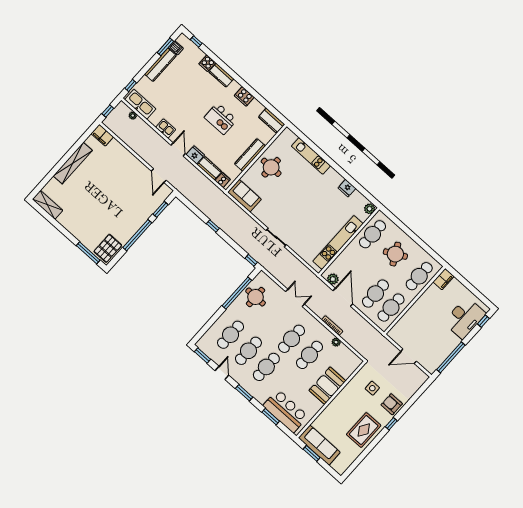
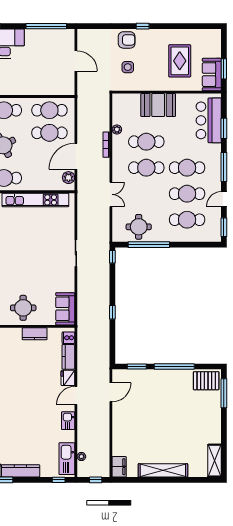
kitchen island: (221, 119) -> (20, 384), removed
kitchen counter: (250, 155) -> (35, 334), width x0.67
double door: (295, 298) -> (111, 194), swing flipped
window: (244, 393) -> (224, 167), width x1.44
armchair: (392, 404) -> (127, 40), turned -90
rug: (364, 430) -> (180, 61), moved, turned 90
sofa: (319, 445) -> (212, 75), width x0.73

